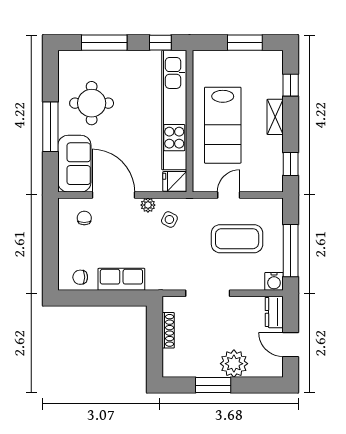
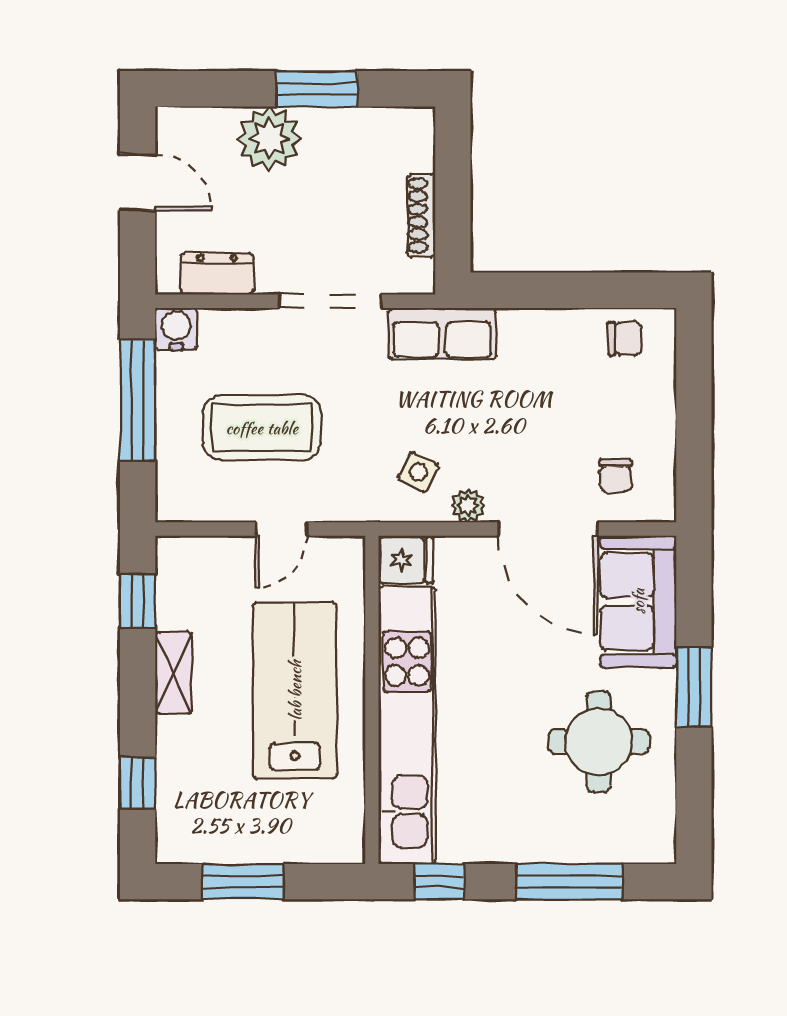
shelving: (275, 117) -> (174, 673), moved
window: (50, 127) -> (694, 687), width x0.69
row of seats: (121, 279) -> (442, 334), moved
dresser: (274, 312) -> (217, 274), moved, turned -90

